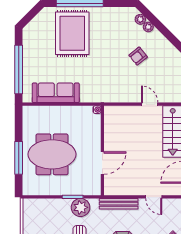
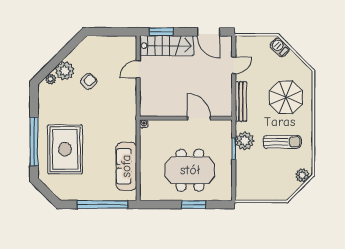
plant: (148, 27) -> (65, 71), width x1.87, depth x1.87
rug: (72, 33) -> (65, 149), turned 90
armchair: (138, 56) -> (89, 81), turned -93
meeting table: (52, 154) -> (190, 170), turned 90
window: (19, 158) -> (194, 205), width x0.69

